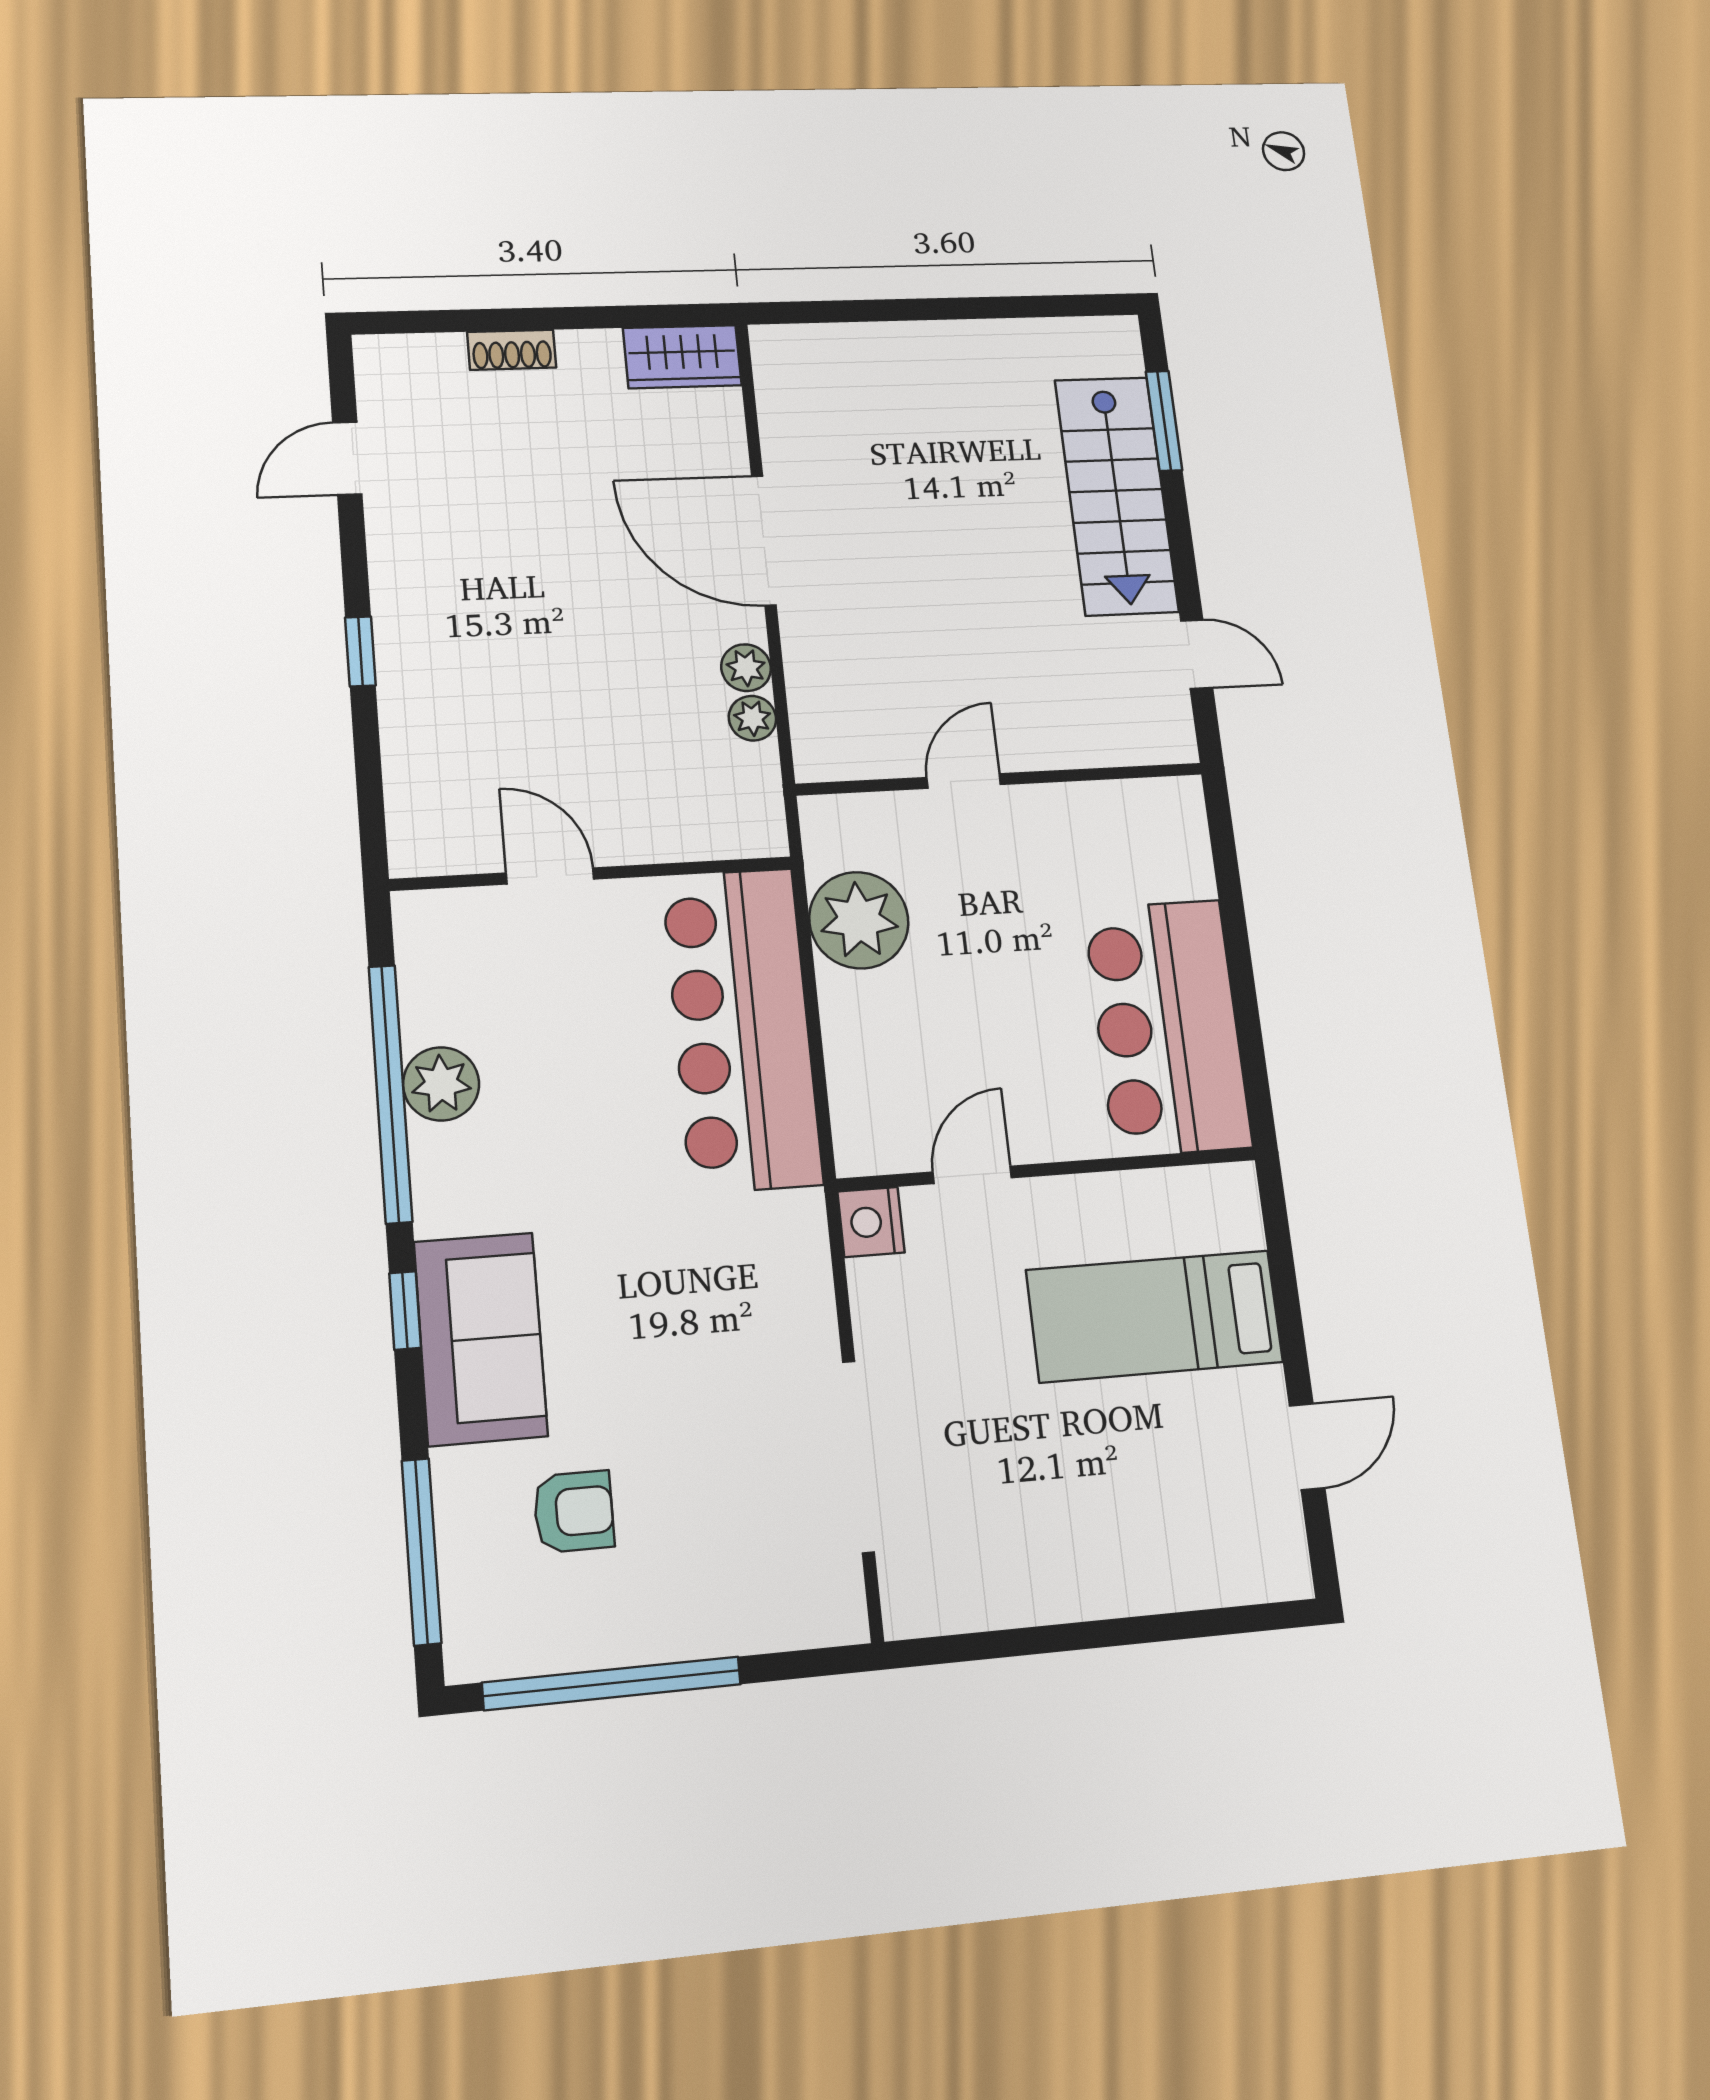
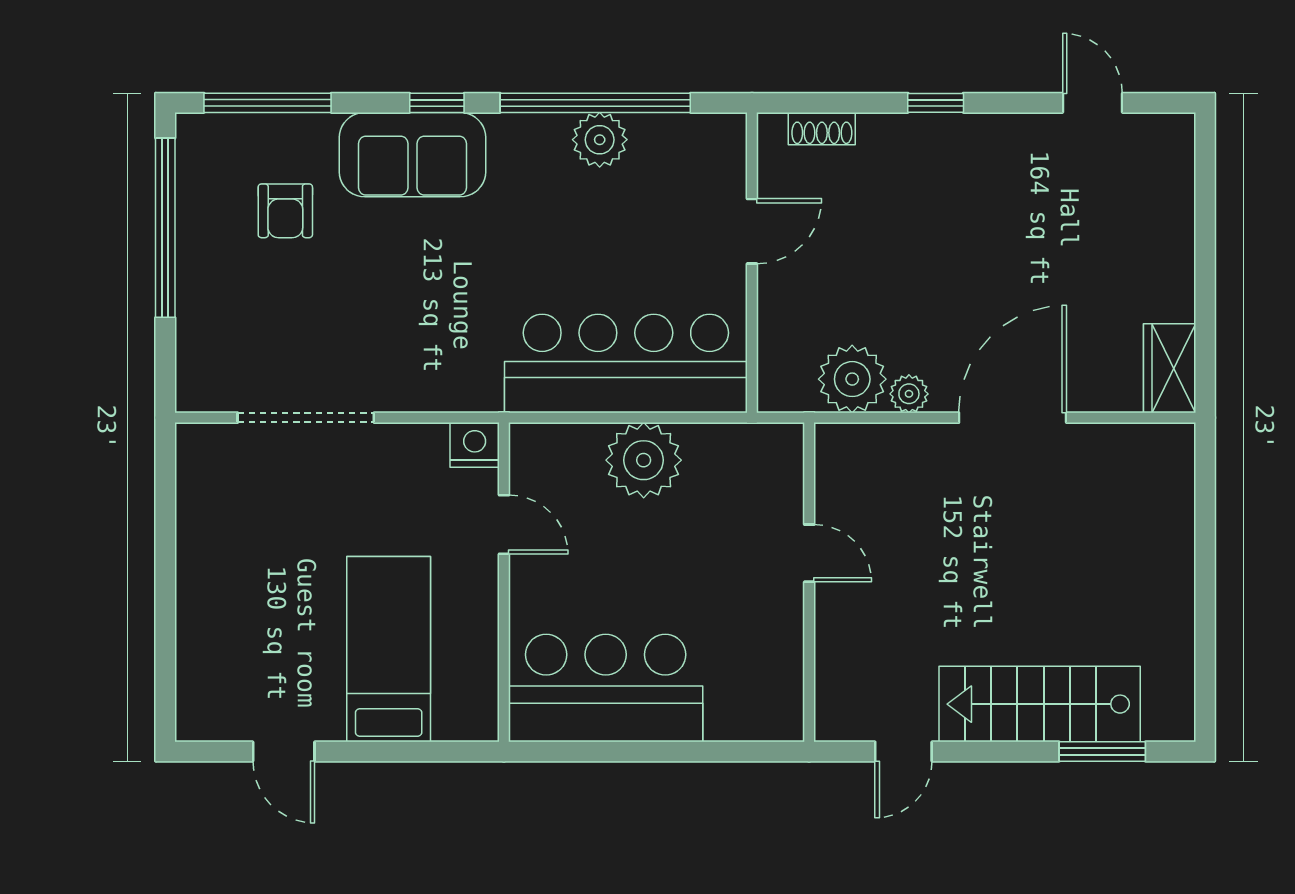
shoe rack: (512, 350) -> (822, 129), moved, turned -90
plant: (752, 718) -> (852, 379), width x1.88, depth x1.88
plant: (859, 920) -> (644, 460), moved

